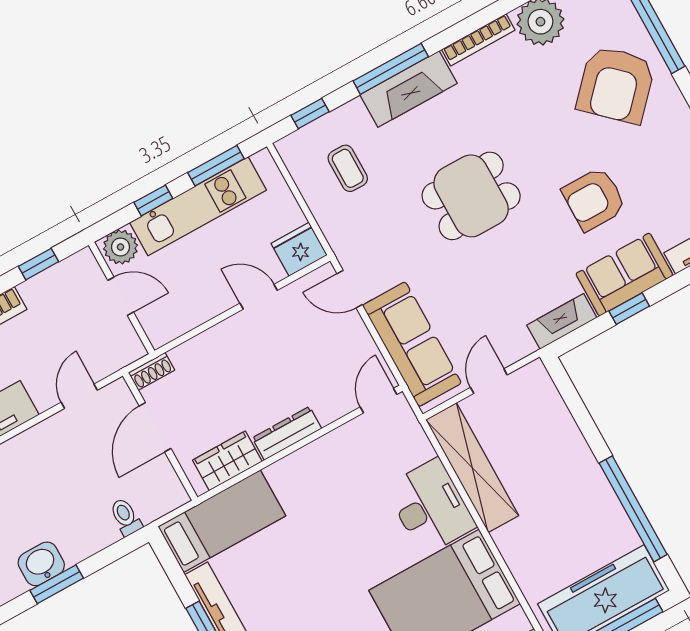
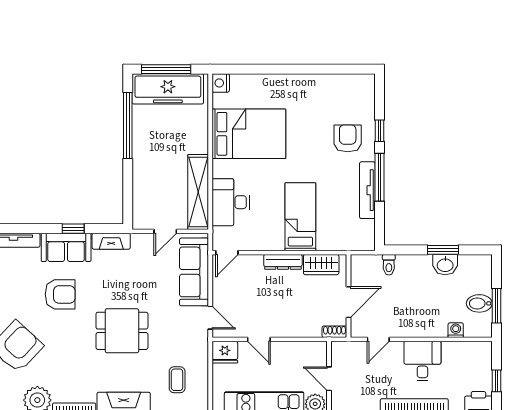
desk: (430, 507) -> (231, 202), moved
bed: (222, 521) -> (300, 217), moved, turned 90

